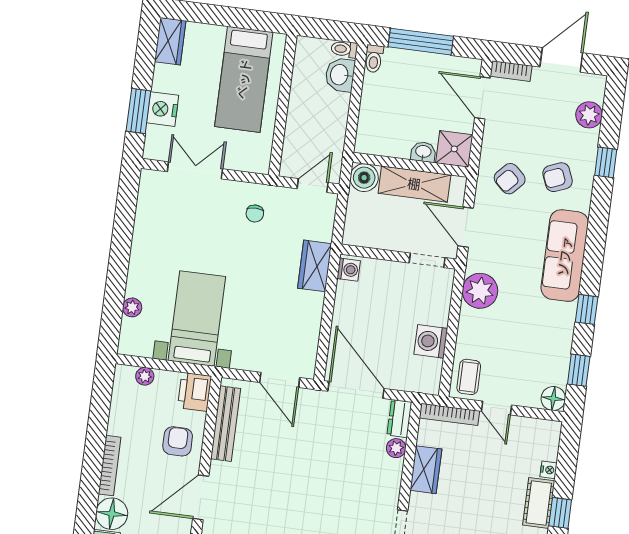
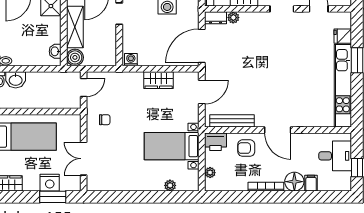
washbasin: (423, 152) -> (55, 51), moved
door: (313, 186) -> (84, 87), swing flipped
wardrobe: (315, 266) -> (159, 80), moved

